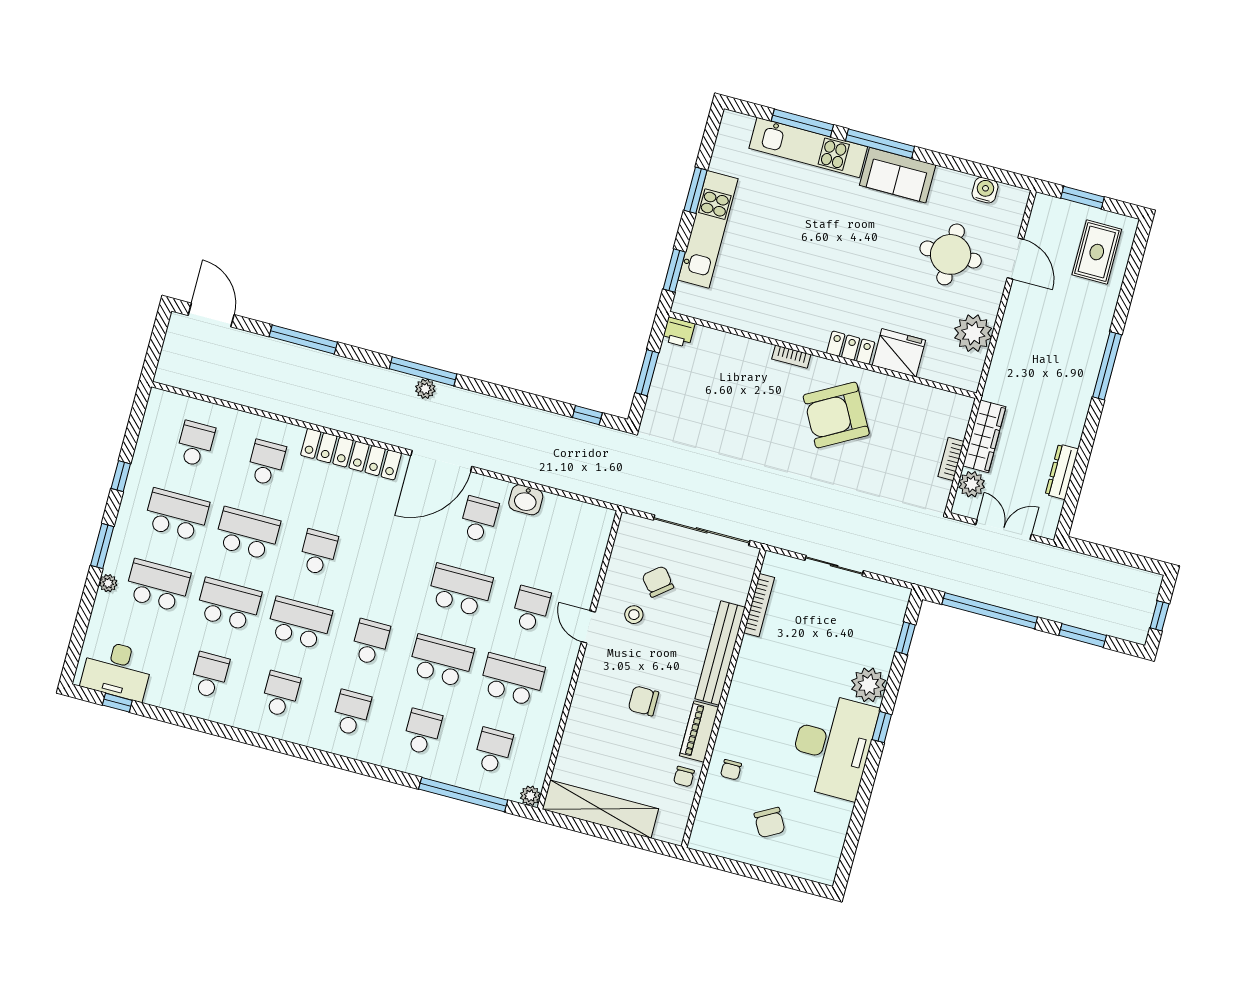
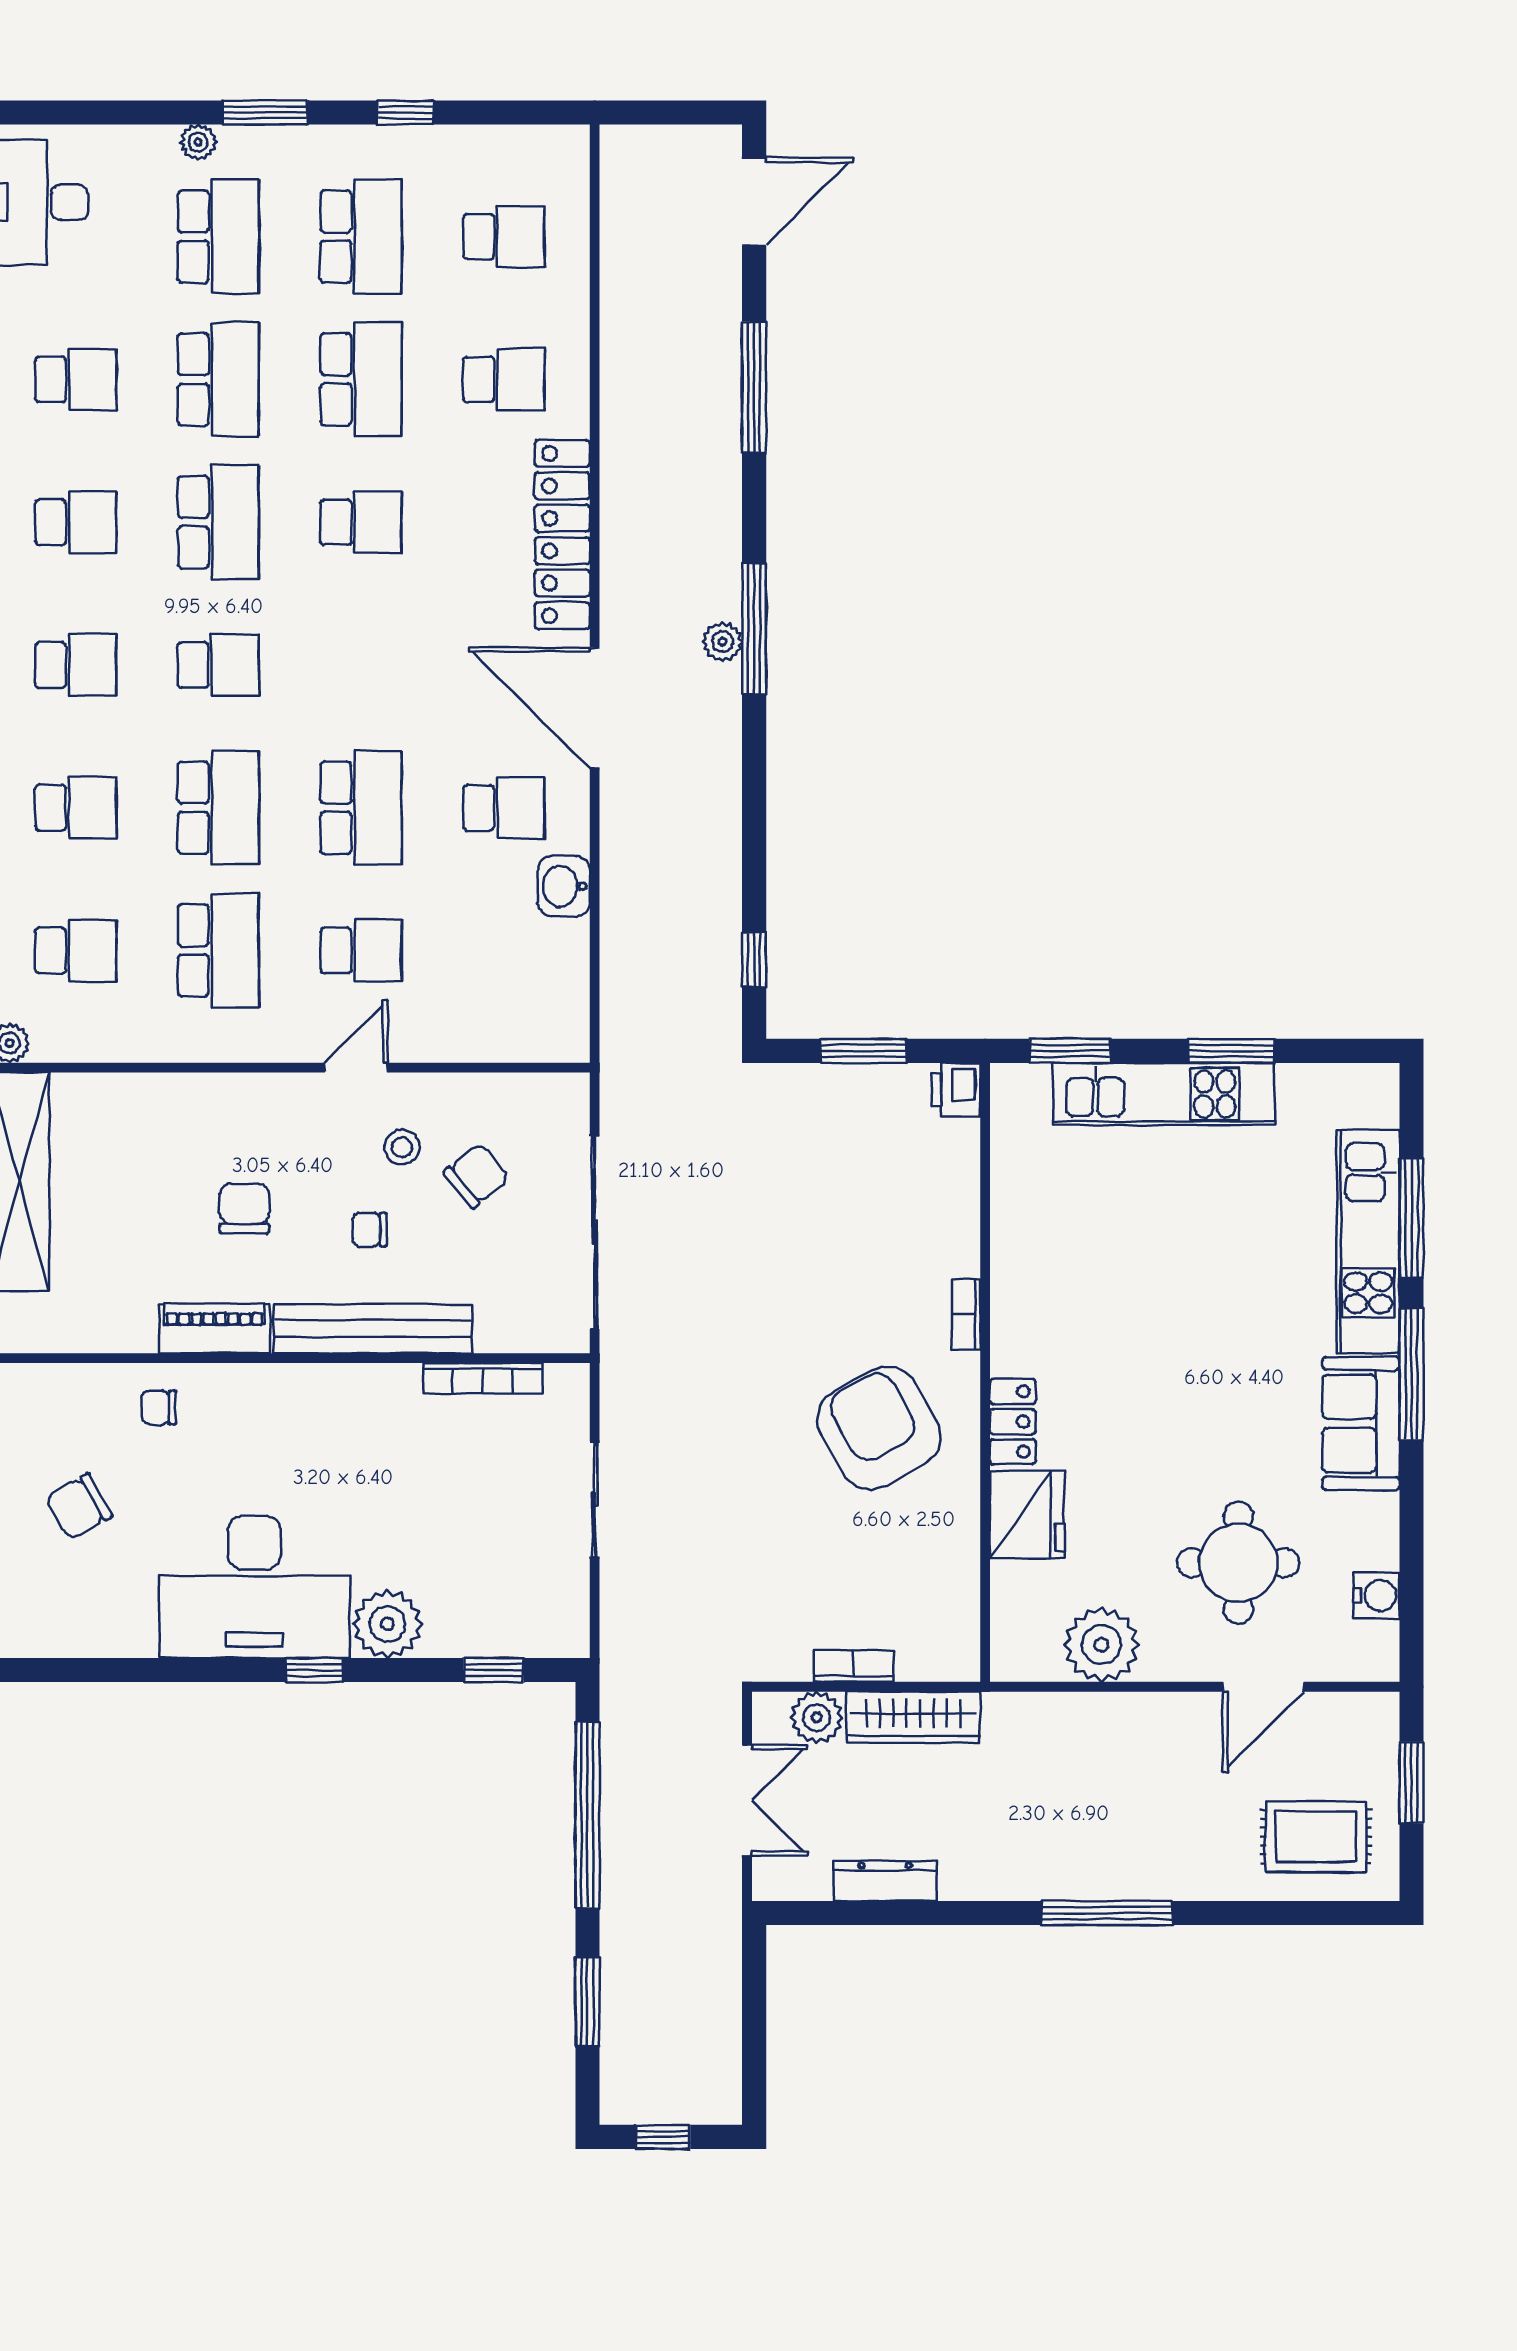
chair: (684, 777) -> (370, 1230), moved

